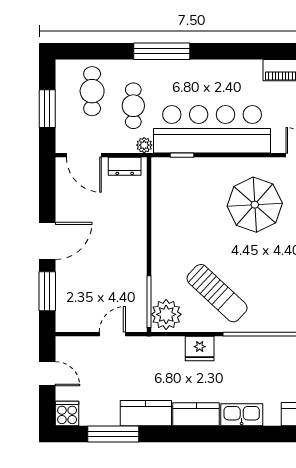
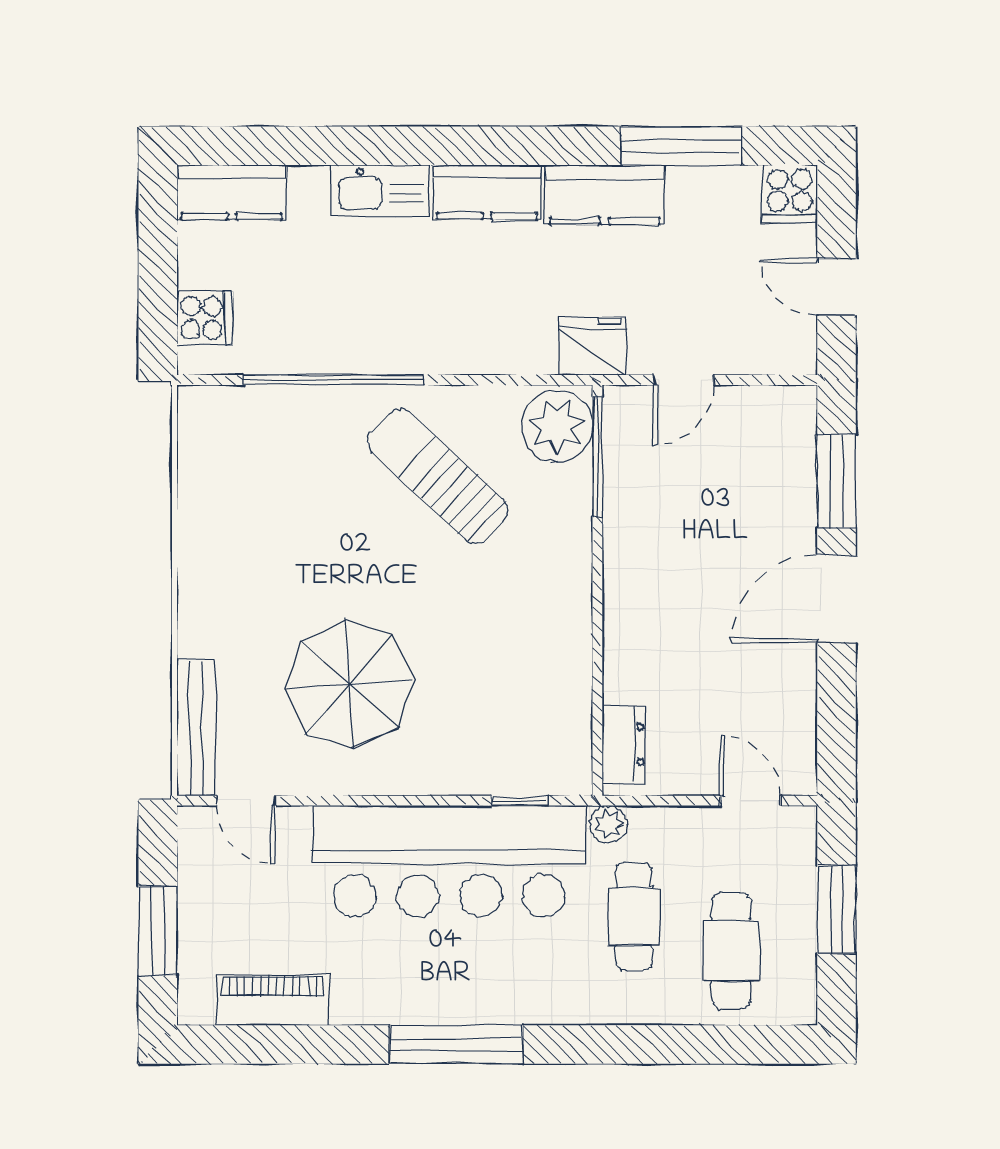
window: (162, 51) -> (456, 1044), moved
door: (84, 155) -> (750, 801), width x0.73
dresser: (125, 166) -> (624, 744), moved, turned 90
fridge: (200, 349) -> (592, 346), moved

